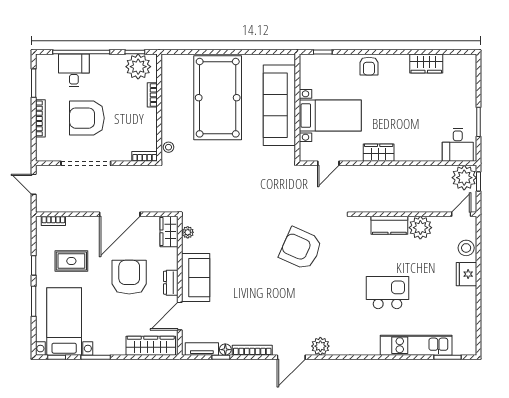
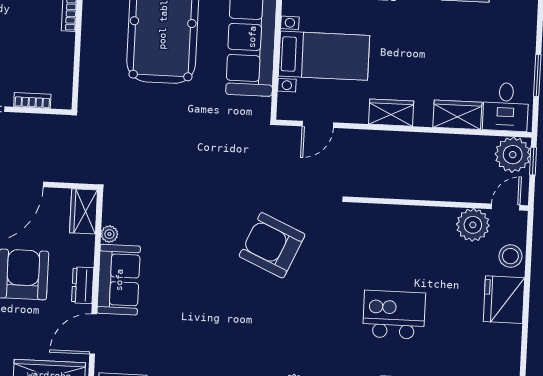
stool: (168, 147) -> (89, 90), removed
wardrobe: (425, 152) -> (457, 115), added
bookcase: (145, 156) -> (32, 100), moved
kitchen counter: (389, 225) -> (401, 218), removed
plant: (420, 228) -> (473, 225), moved
plant: (188, 232) -> (109, 234), moved
fridge: (467, 274) -> (504, 300), width x1.36, depth x1.34

